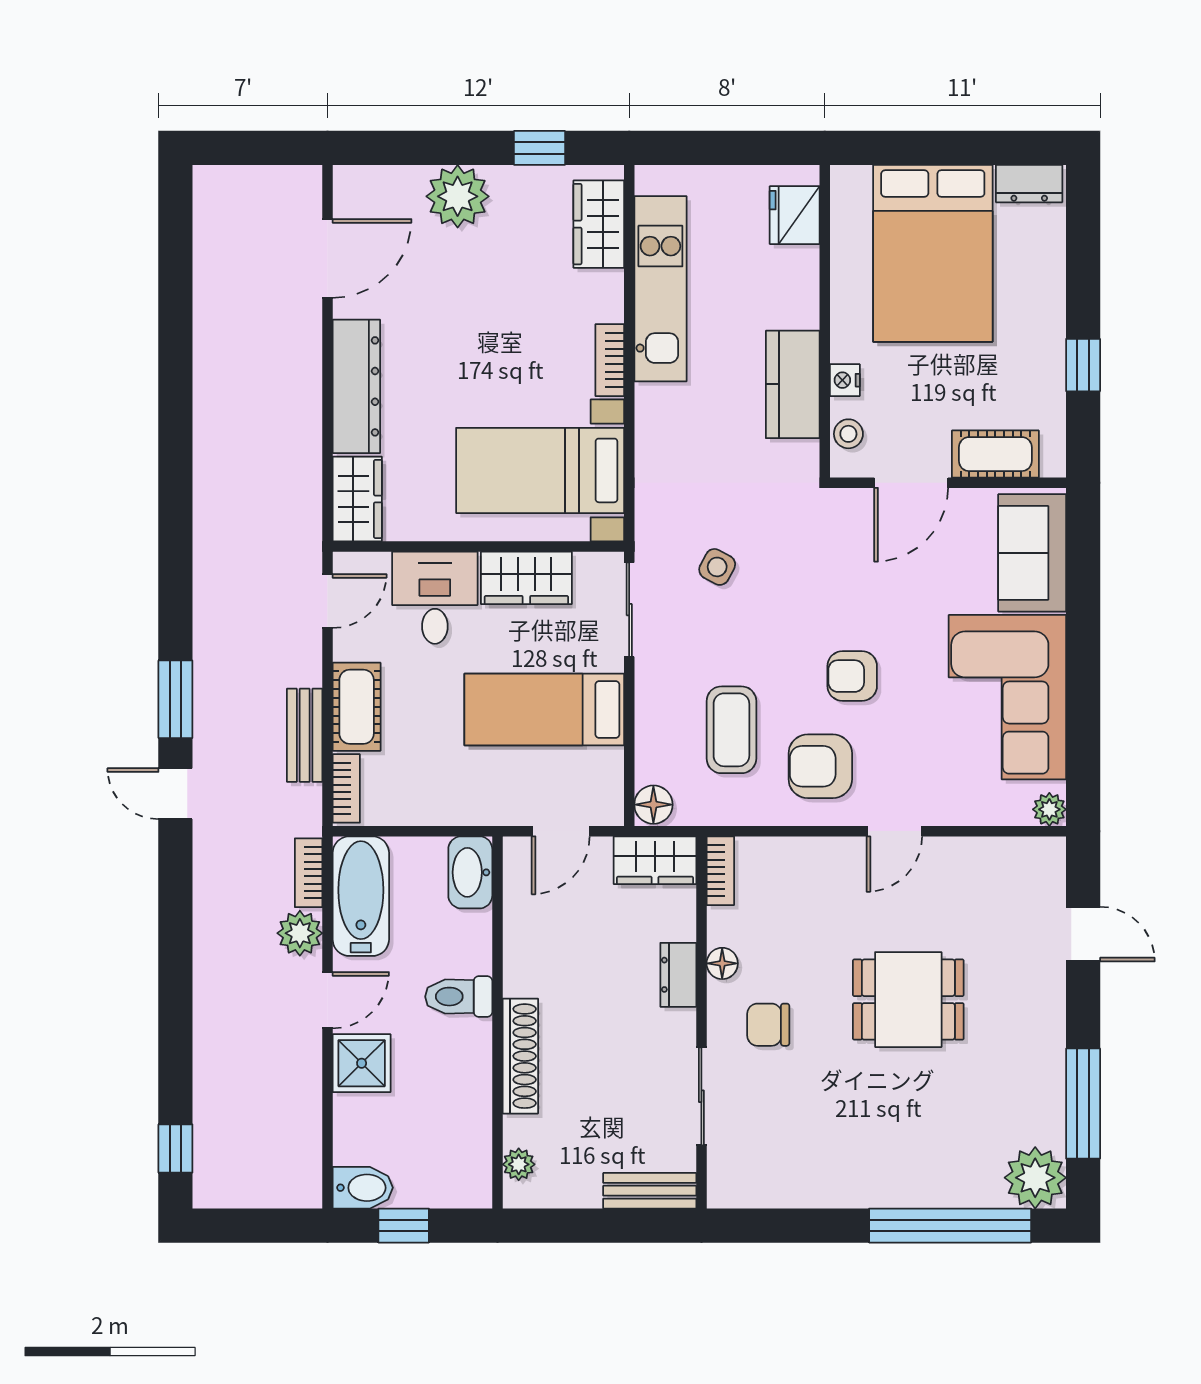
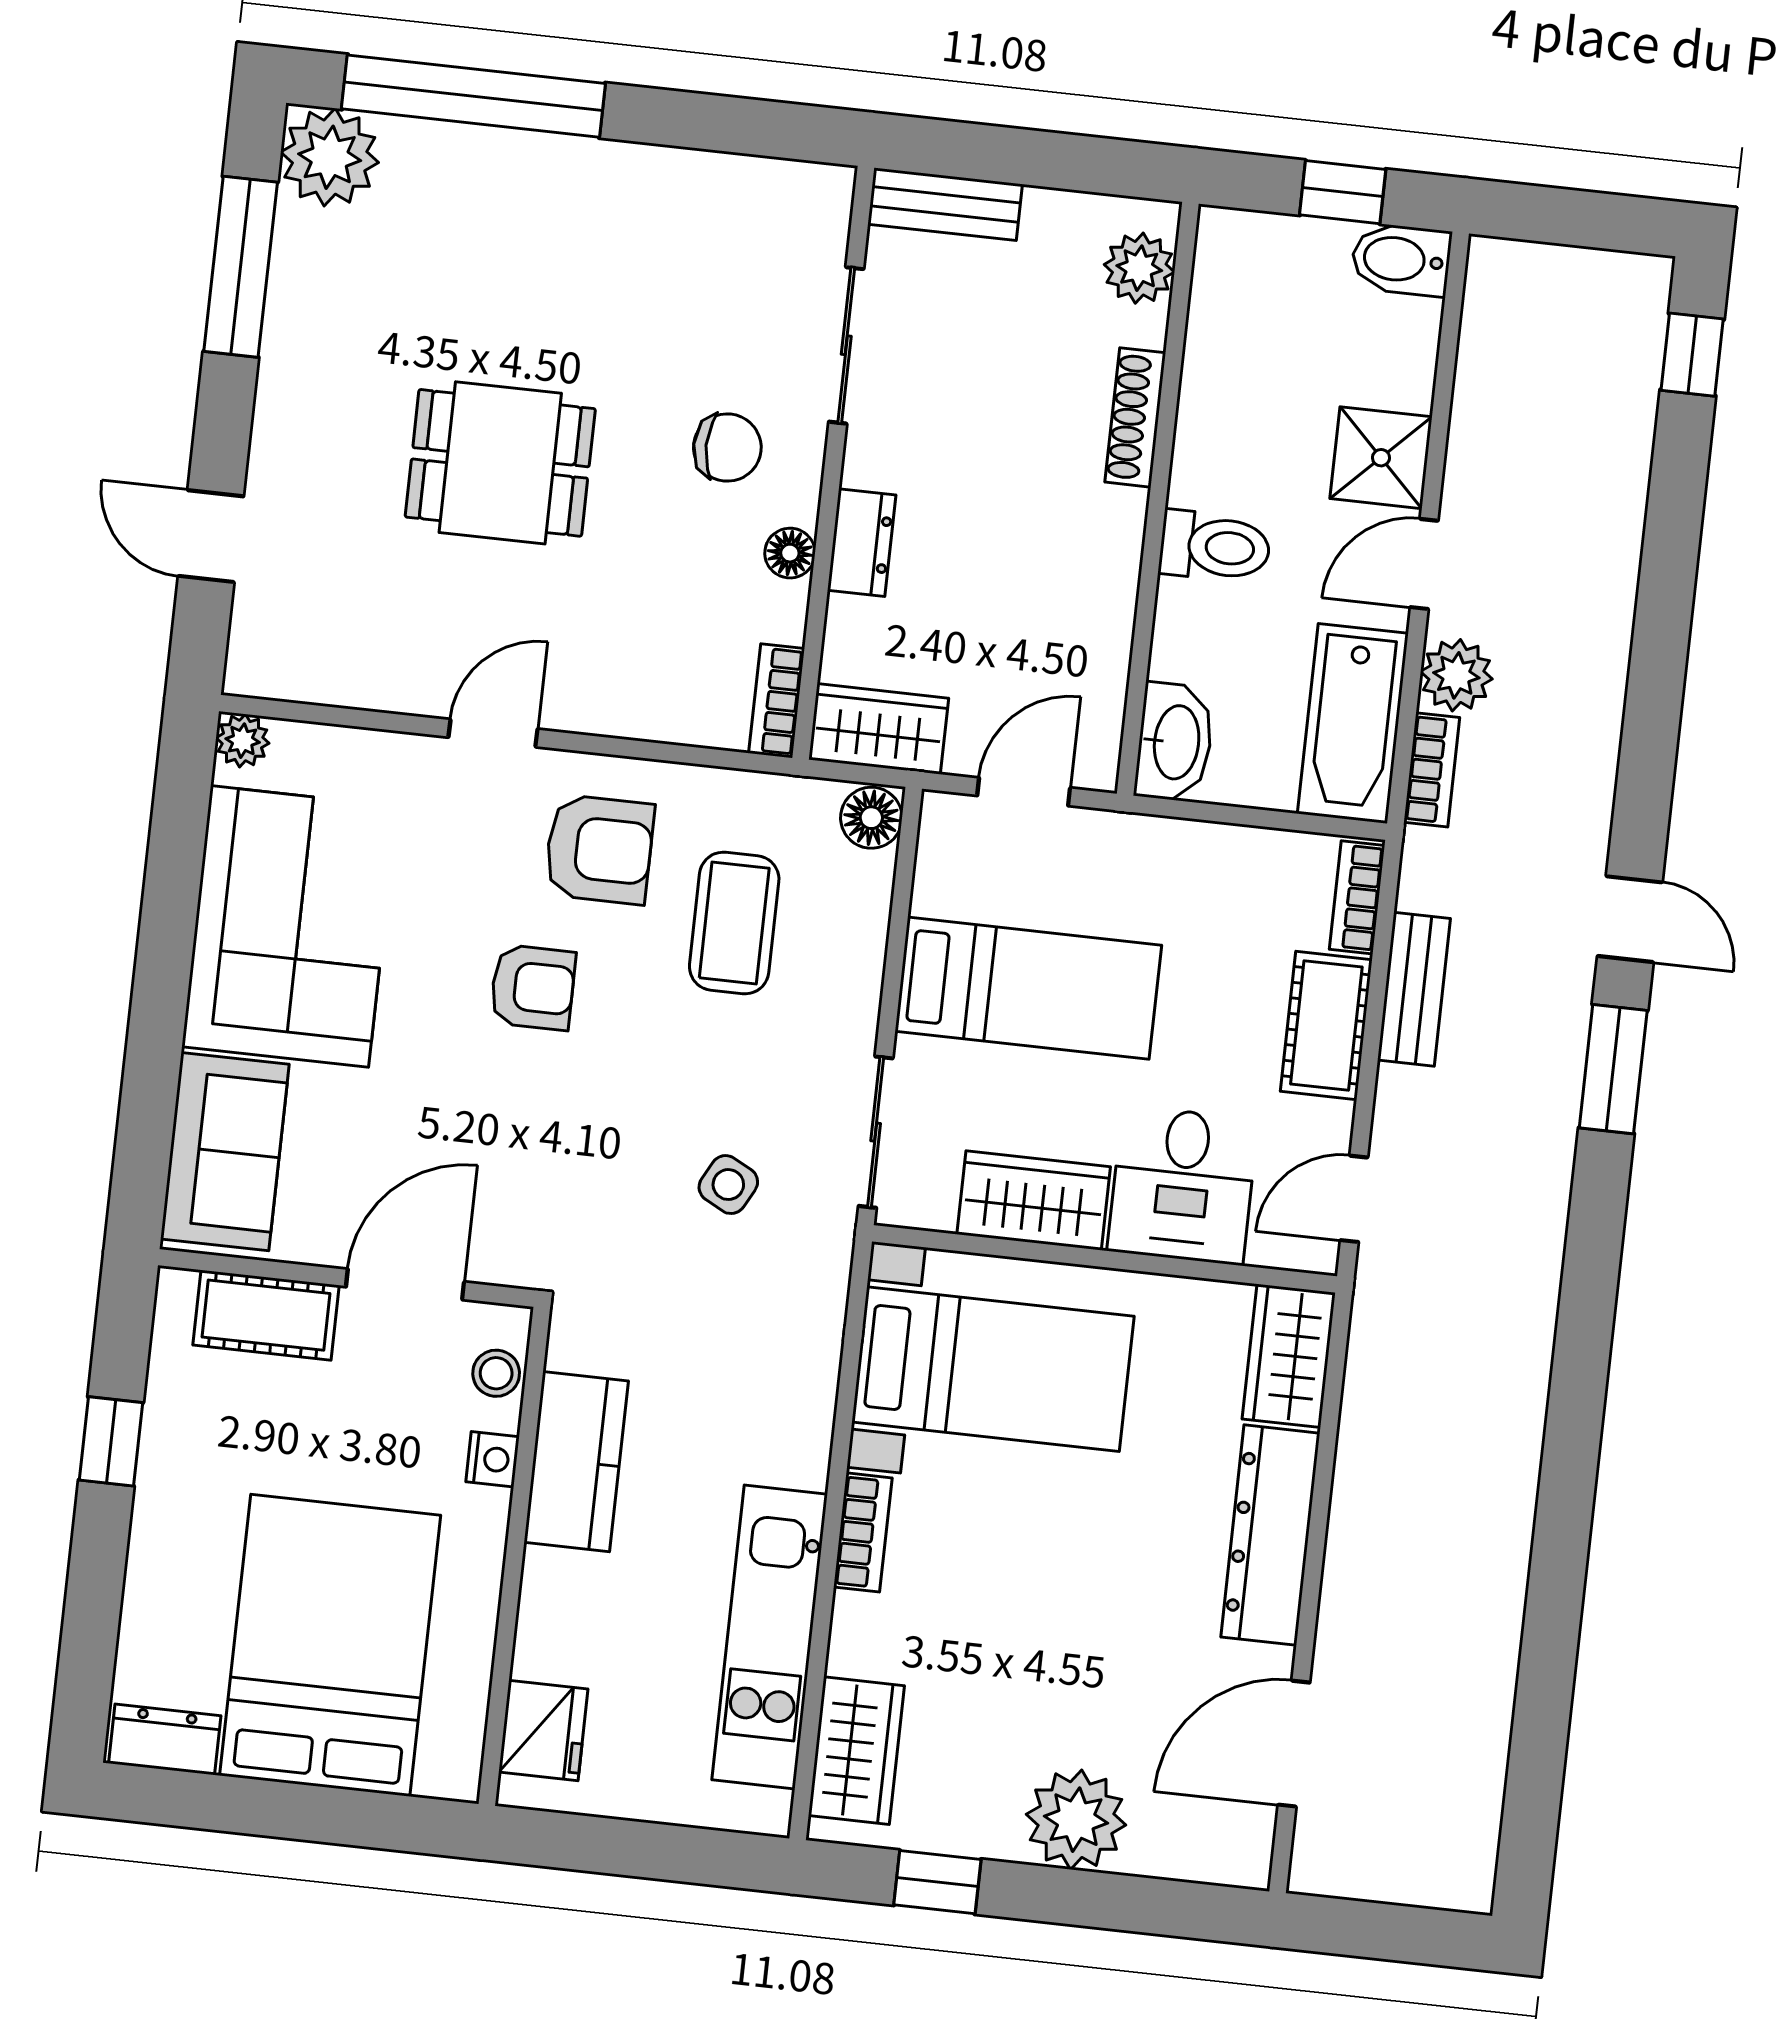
shoe rack: (520, 1056) -> (1135, 417), width x0.74, depth x0.81
plant: (519, 1164) -> (1139, 268), width x1.38, depth x1.38

